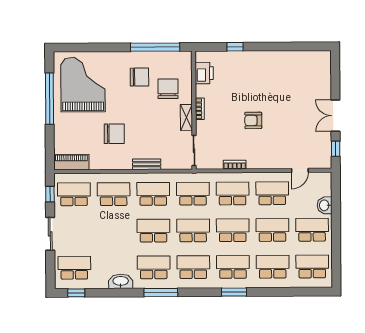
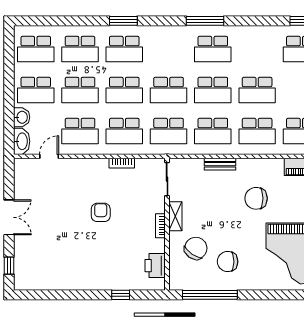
chair: (168, 89) -> (196, 248), turned -145
armchair: (253, 120) -> (101, 212), turned -90
window: (336, 149) -> (9, 266), moved
school desk: (193, 267) -> (257, 90), moved
washbasin: (121, 281) -> (22, 141), moved, turned -90

